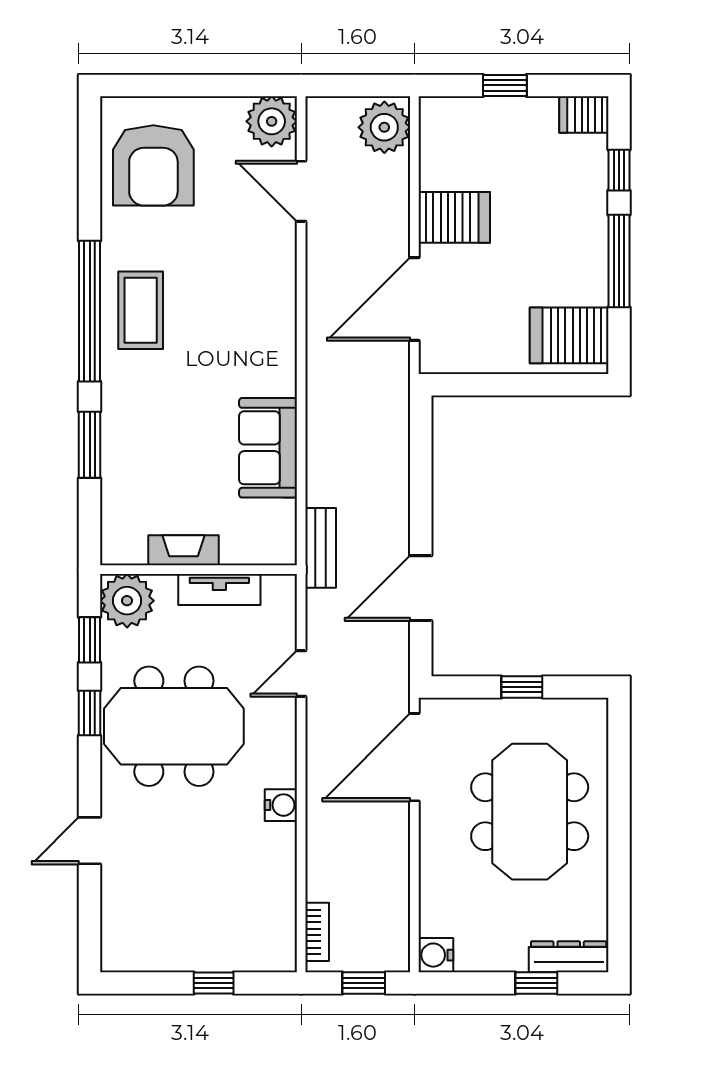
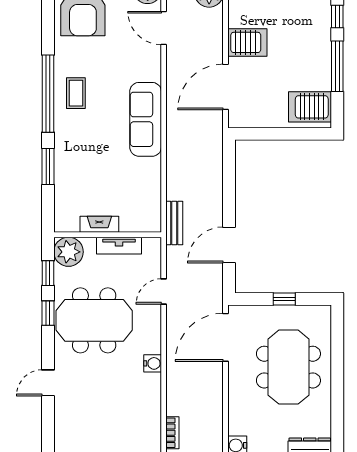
coffee table: (141, 310) -> (76, 93), width x0.73, depth x0.77
sofa: (268, 448) -> (146, 119), moved, width x1.36

